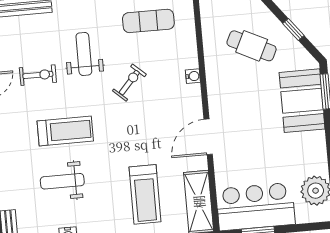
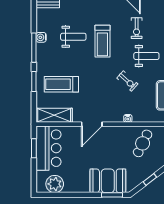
cafe table: (252, 46) -> (143, 143), moved
door: (208, 137) -> (92, 124), swing flipped
weight bench: (62, 181) -> (73, 37), turned 90

